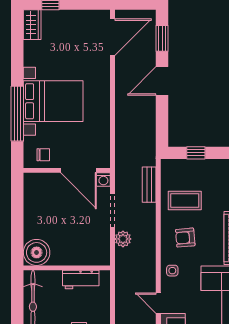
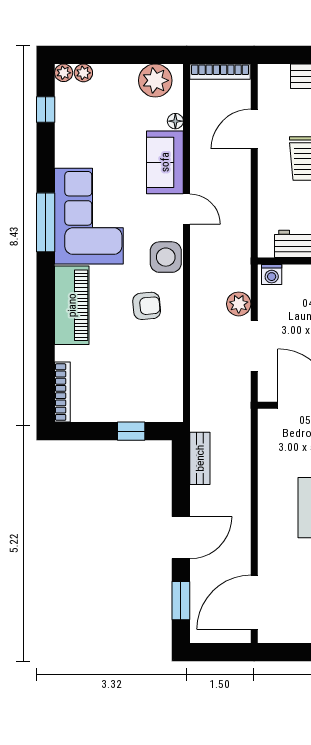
washing machine: (103, 179) -> (272, 275), moved, turned 180
bench: (149, 185) -> (200, 458), moved
coffee table: (185, 200) -> (147, 361), removed
side table: (172, 271) -> (166, 257), width x1.87, depth x1.87

